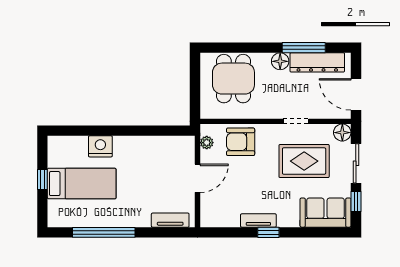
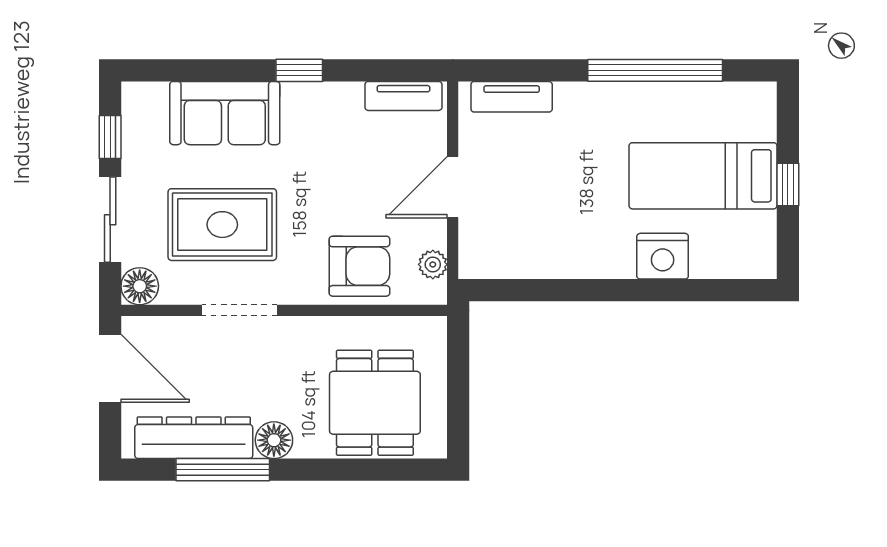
doorway: (296, 121) -> (239, 310), width x1.38
sofa: (326, 213) -> (225, 113), moved
tv unit: (258, 220) -> (403, 96), moved

